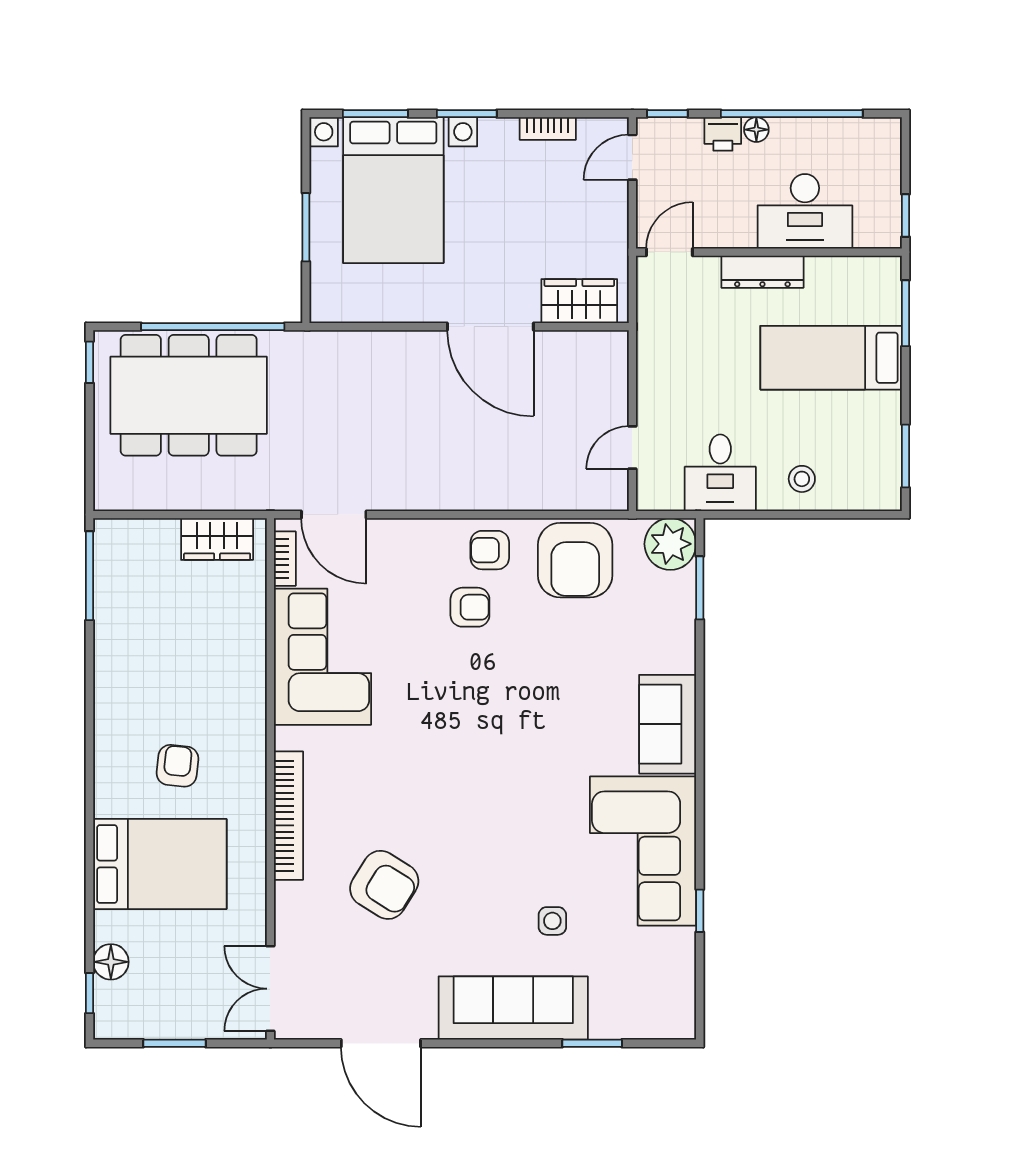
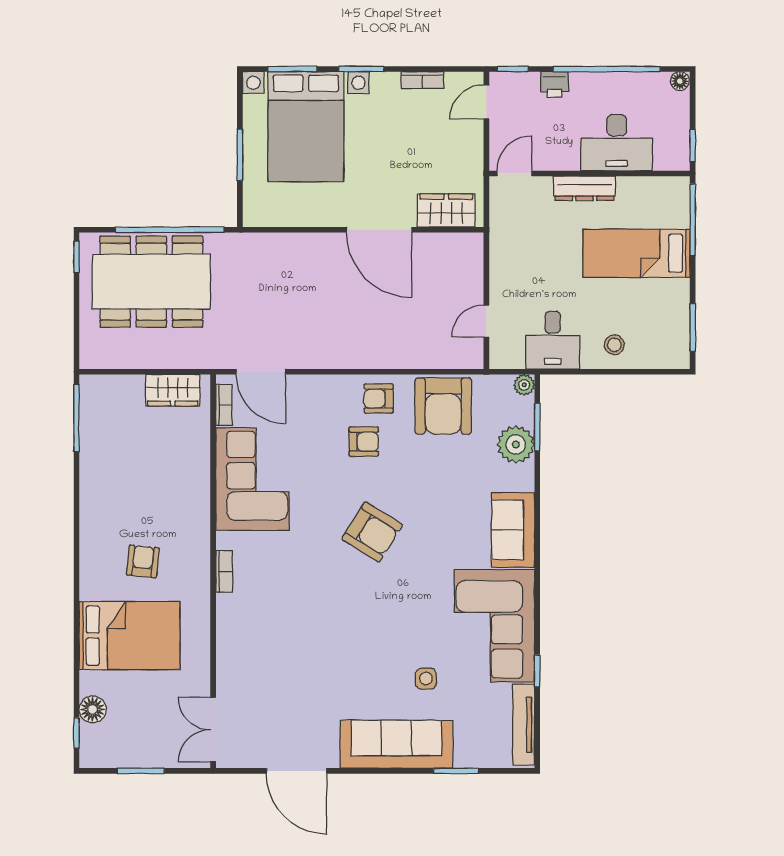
floor lamp: (756, 130) -> (680, 81), moved
window: (906, 313) -> (693, 220), width x1.44
plant: (670, 544) -> (524, 385), width x0.53, depth x0.53
plant: (671, 611) -> (516, 444), added
bookcase: (289, 816) -> (224, 572), width x0.43, depth x0.76
armchair: (384, 885) -> (372, 532), moved
tv unit: (682, 982) -> (524, 725), added

